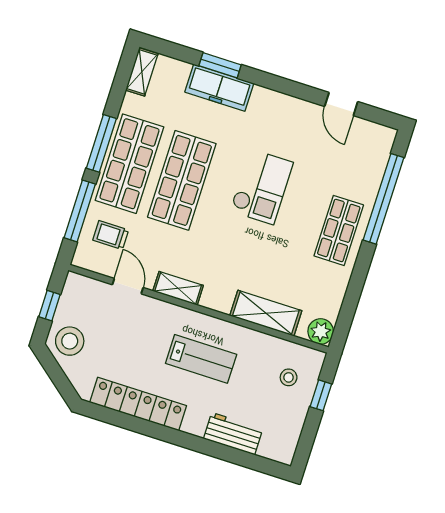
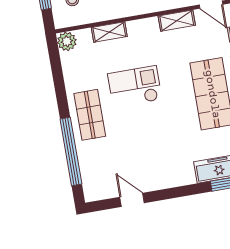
checkout: (261, 187) -> (135, 87), moved, turned 90
shelving: (266, 313) -> (109, 32), width x0.67, depth x0.75

